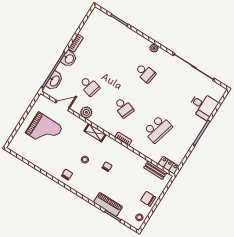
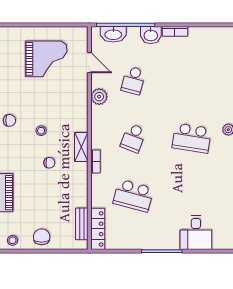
school desk: (145, 73) -> (192, 138), width x1.85
grand piano: (44, 130) -> (46, 59), turned -90
shelving: (95, 133) -> (81, 147), moved
locker: (169, 165) -> (98, 229), width x1.53

